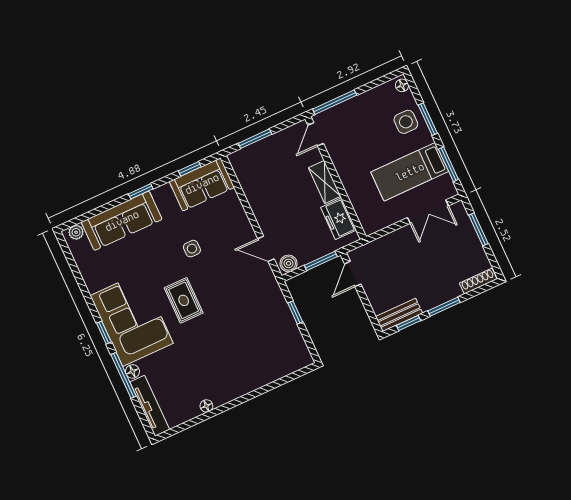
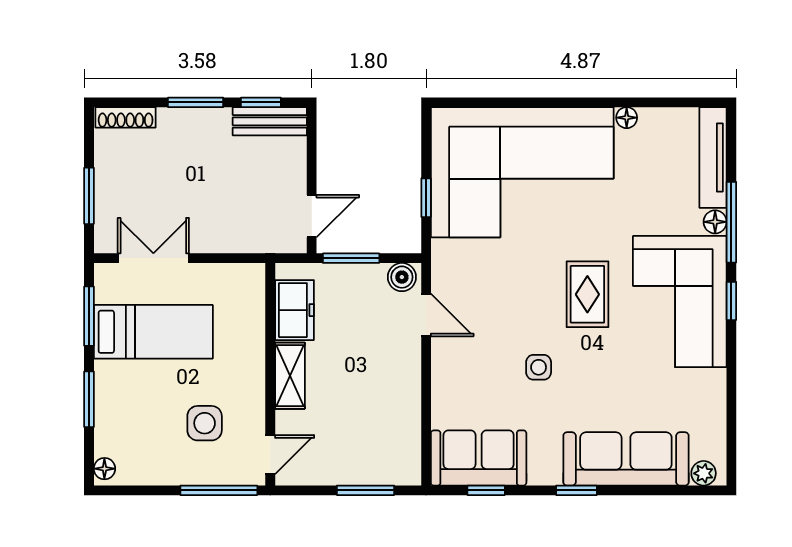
side table: (406, 122) -> (205, 423), moved
corner sofa: (249, 350) -> (522, 172), added

